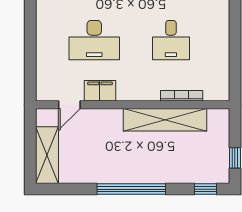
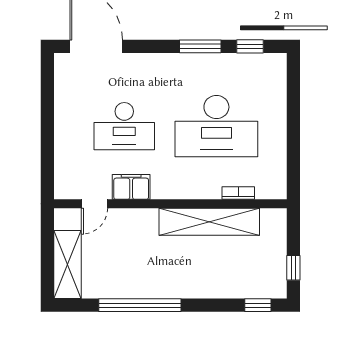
desk: (171, 40) -> (216, 126), width x1.87, depth x1.30
bookcase: (182, 96) -> (238, 193), width x0.64
window: (131, 189) -> (140, 305), moved

